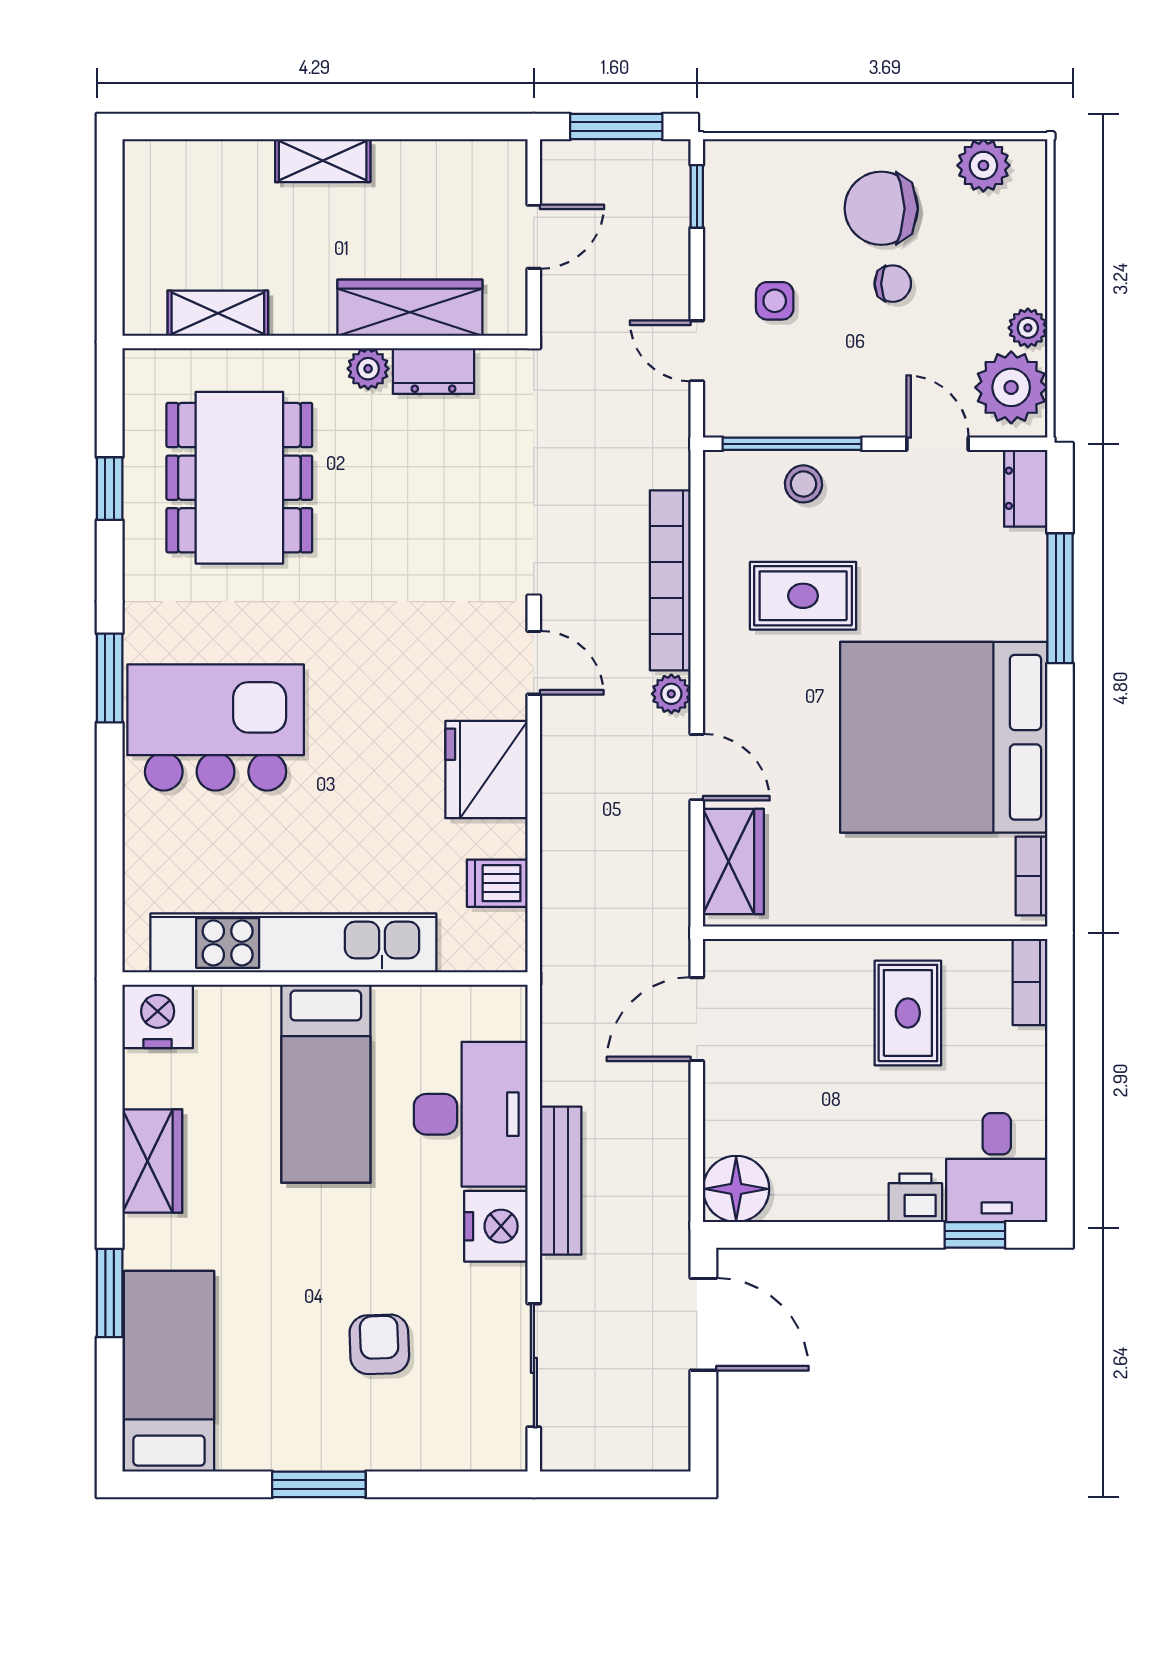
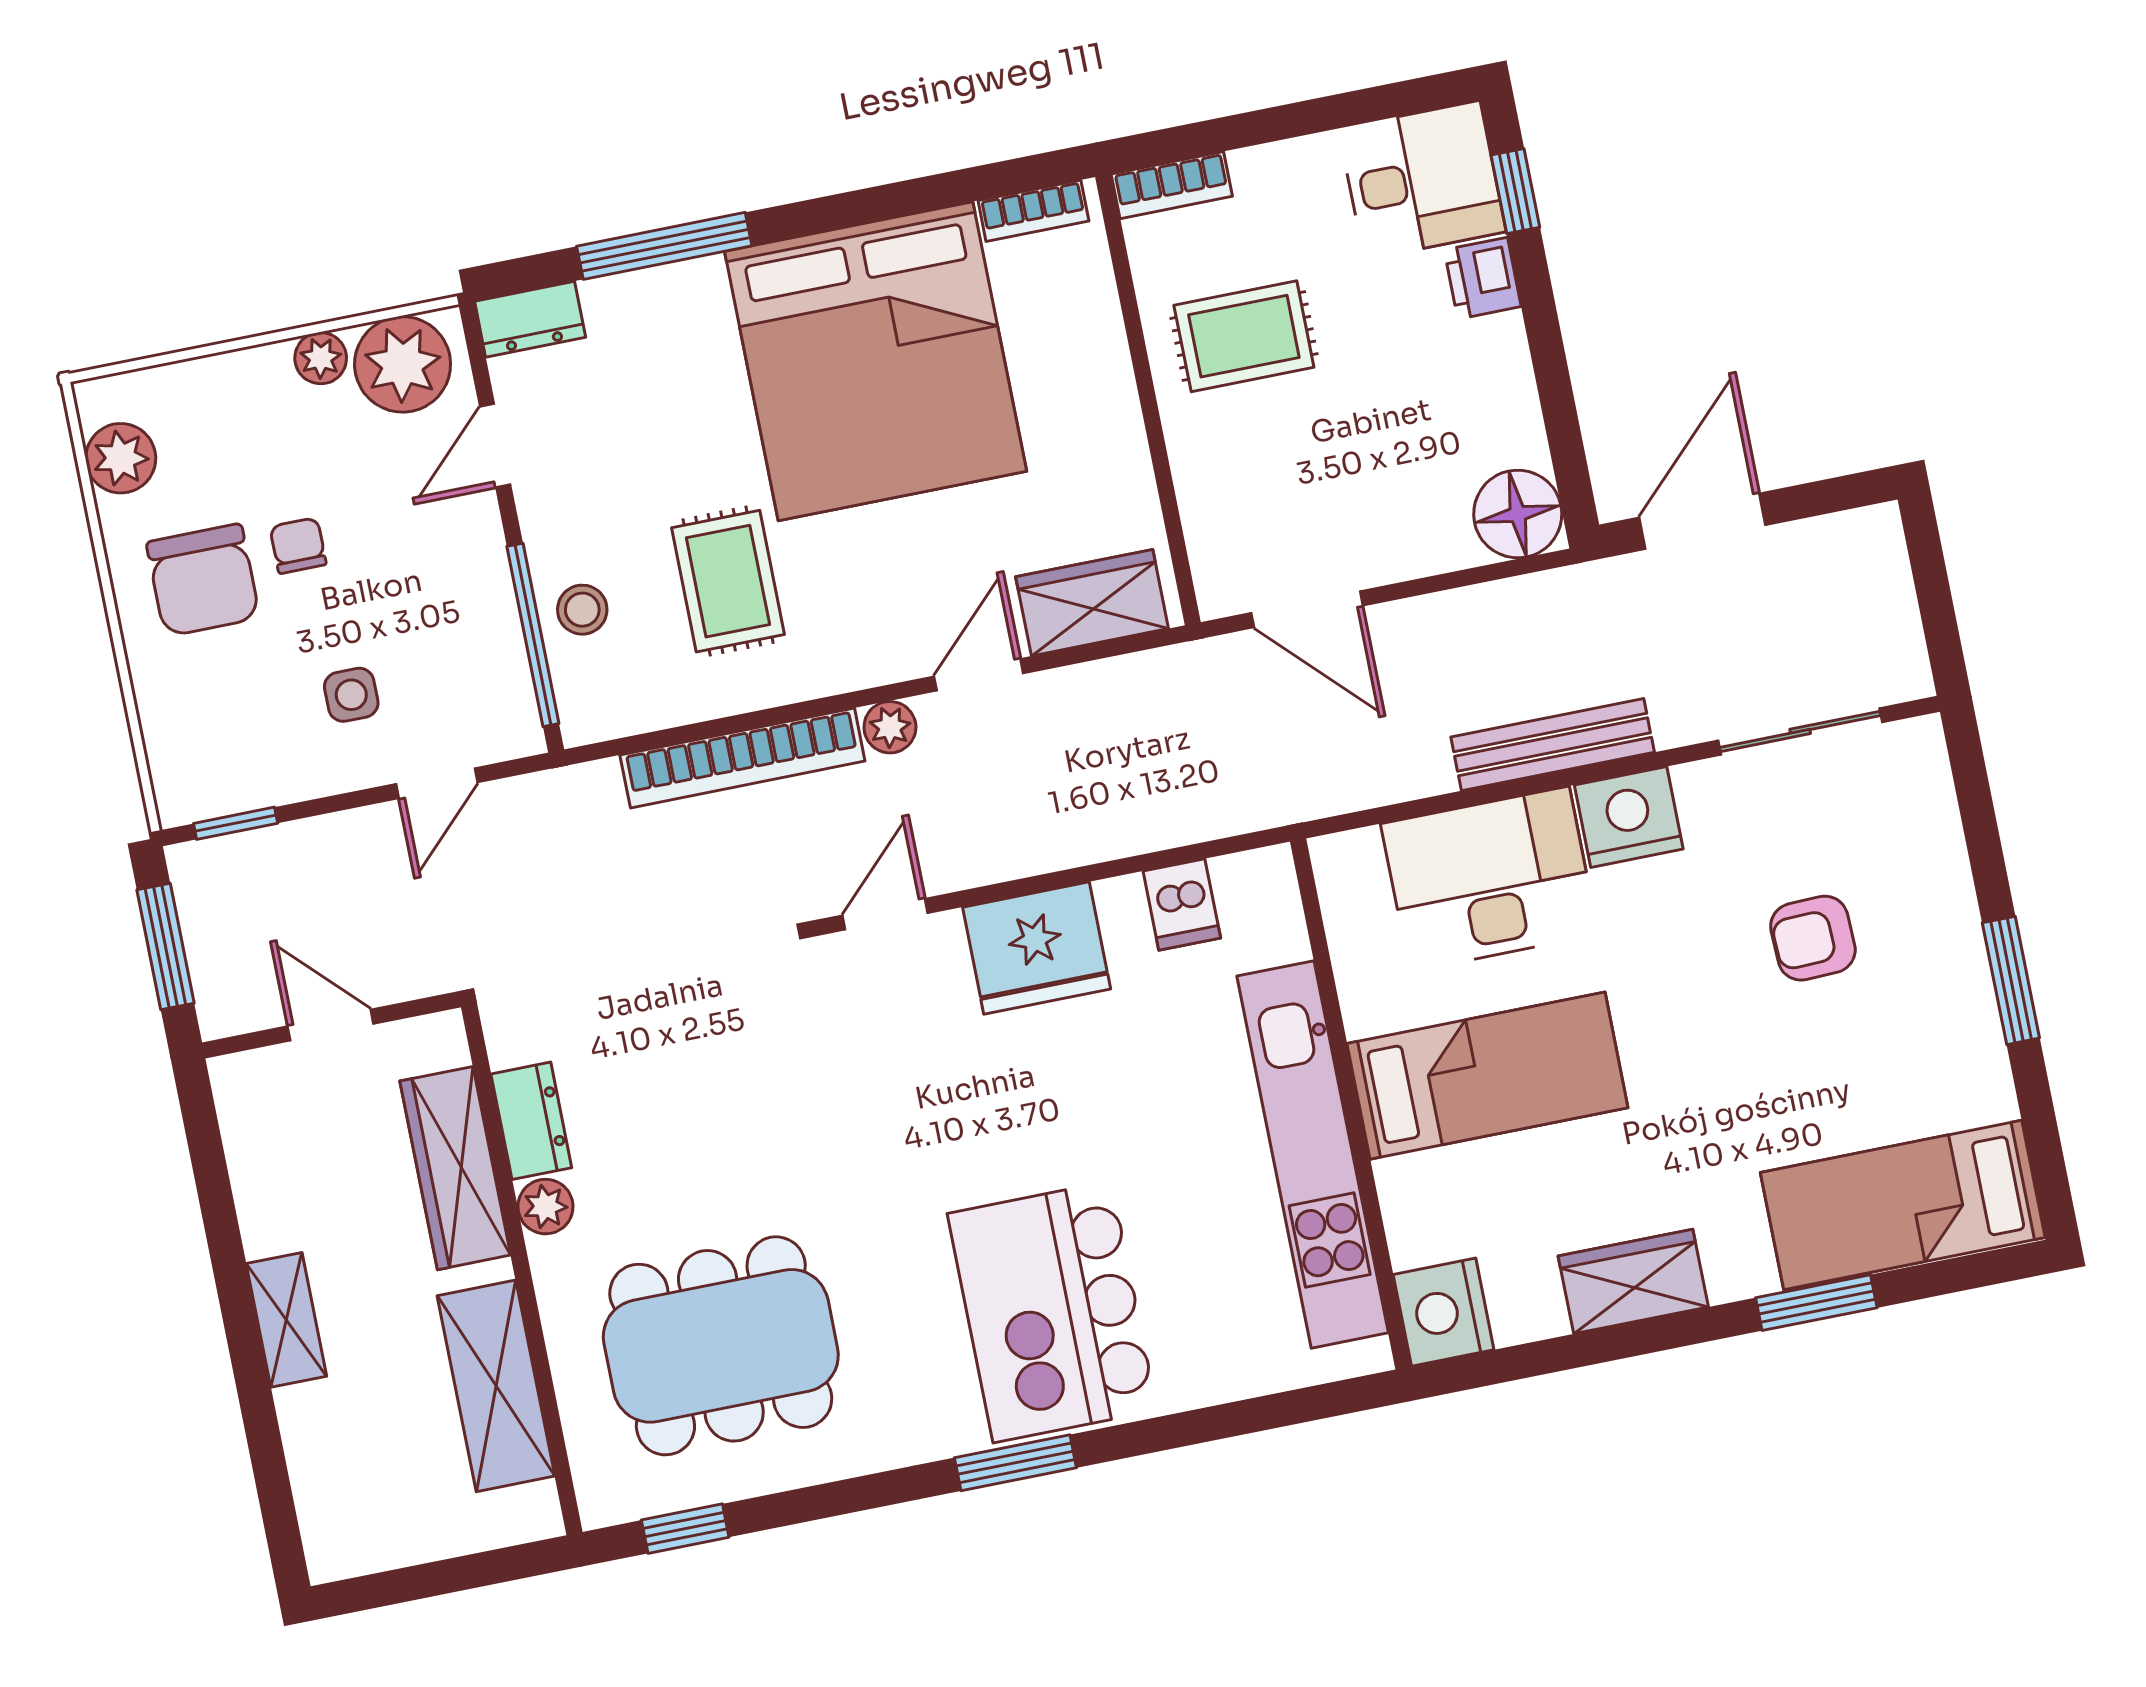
shelving: (218, 313) -> (496, 1386), width x1.50, depth x1.33
window: (110, 489) -> (685, 1529), moved

